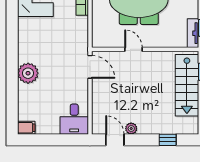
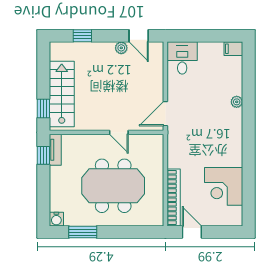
door: (90, 67) -> (165, 114), hinge flipped
plant: (28, 73) -> (237, 102), width x0.53, depth x0.53

